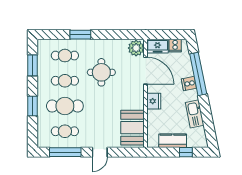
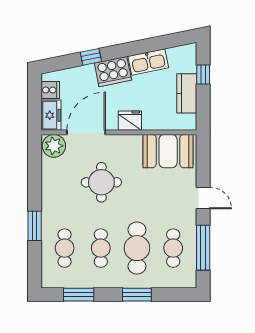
round table: (101, 72) -> (101, 182), moved
window: (198, 74) -> (91, 57), width x0.32
cooker: (189, 84) -> (113, 72), width x1.87, depth x1.31

